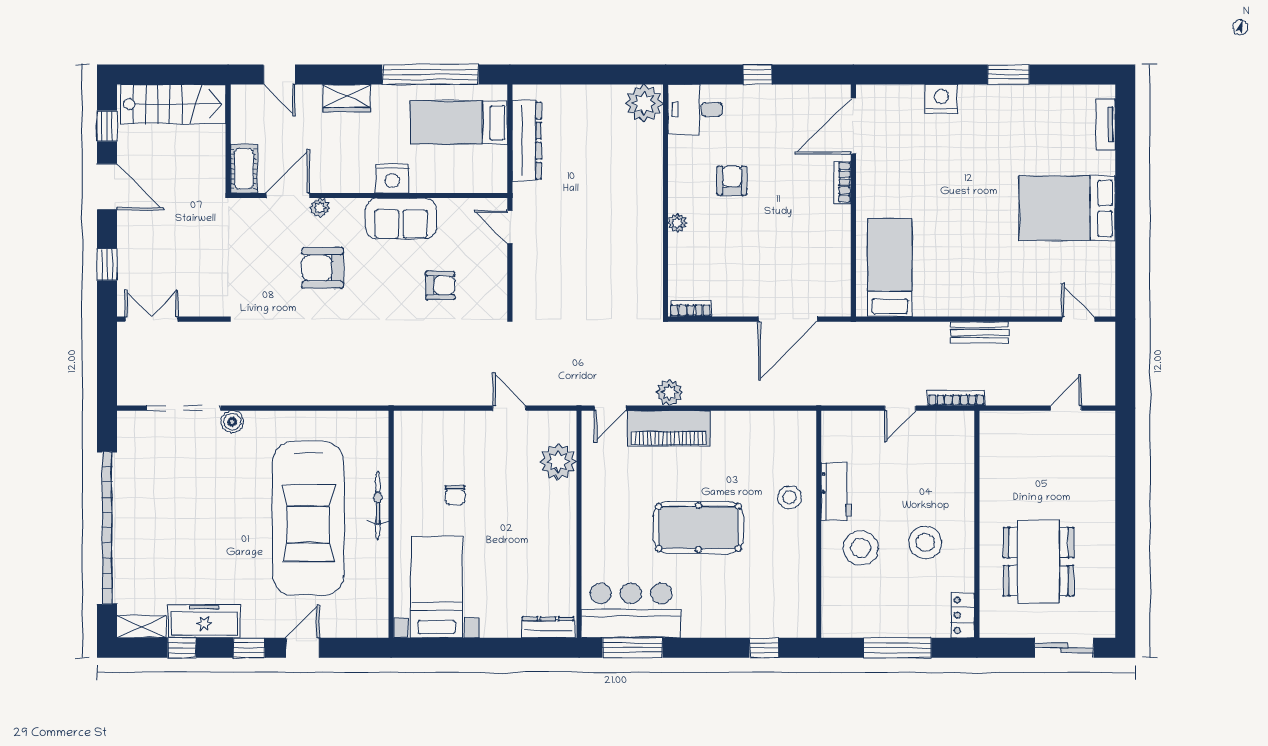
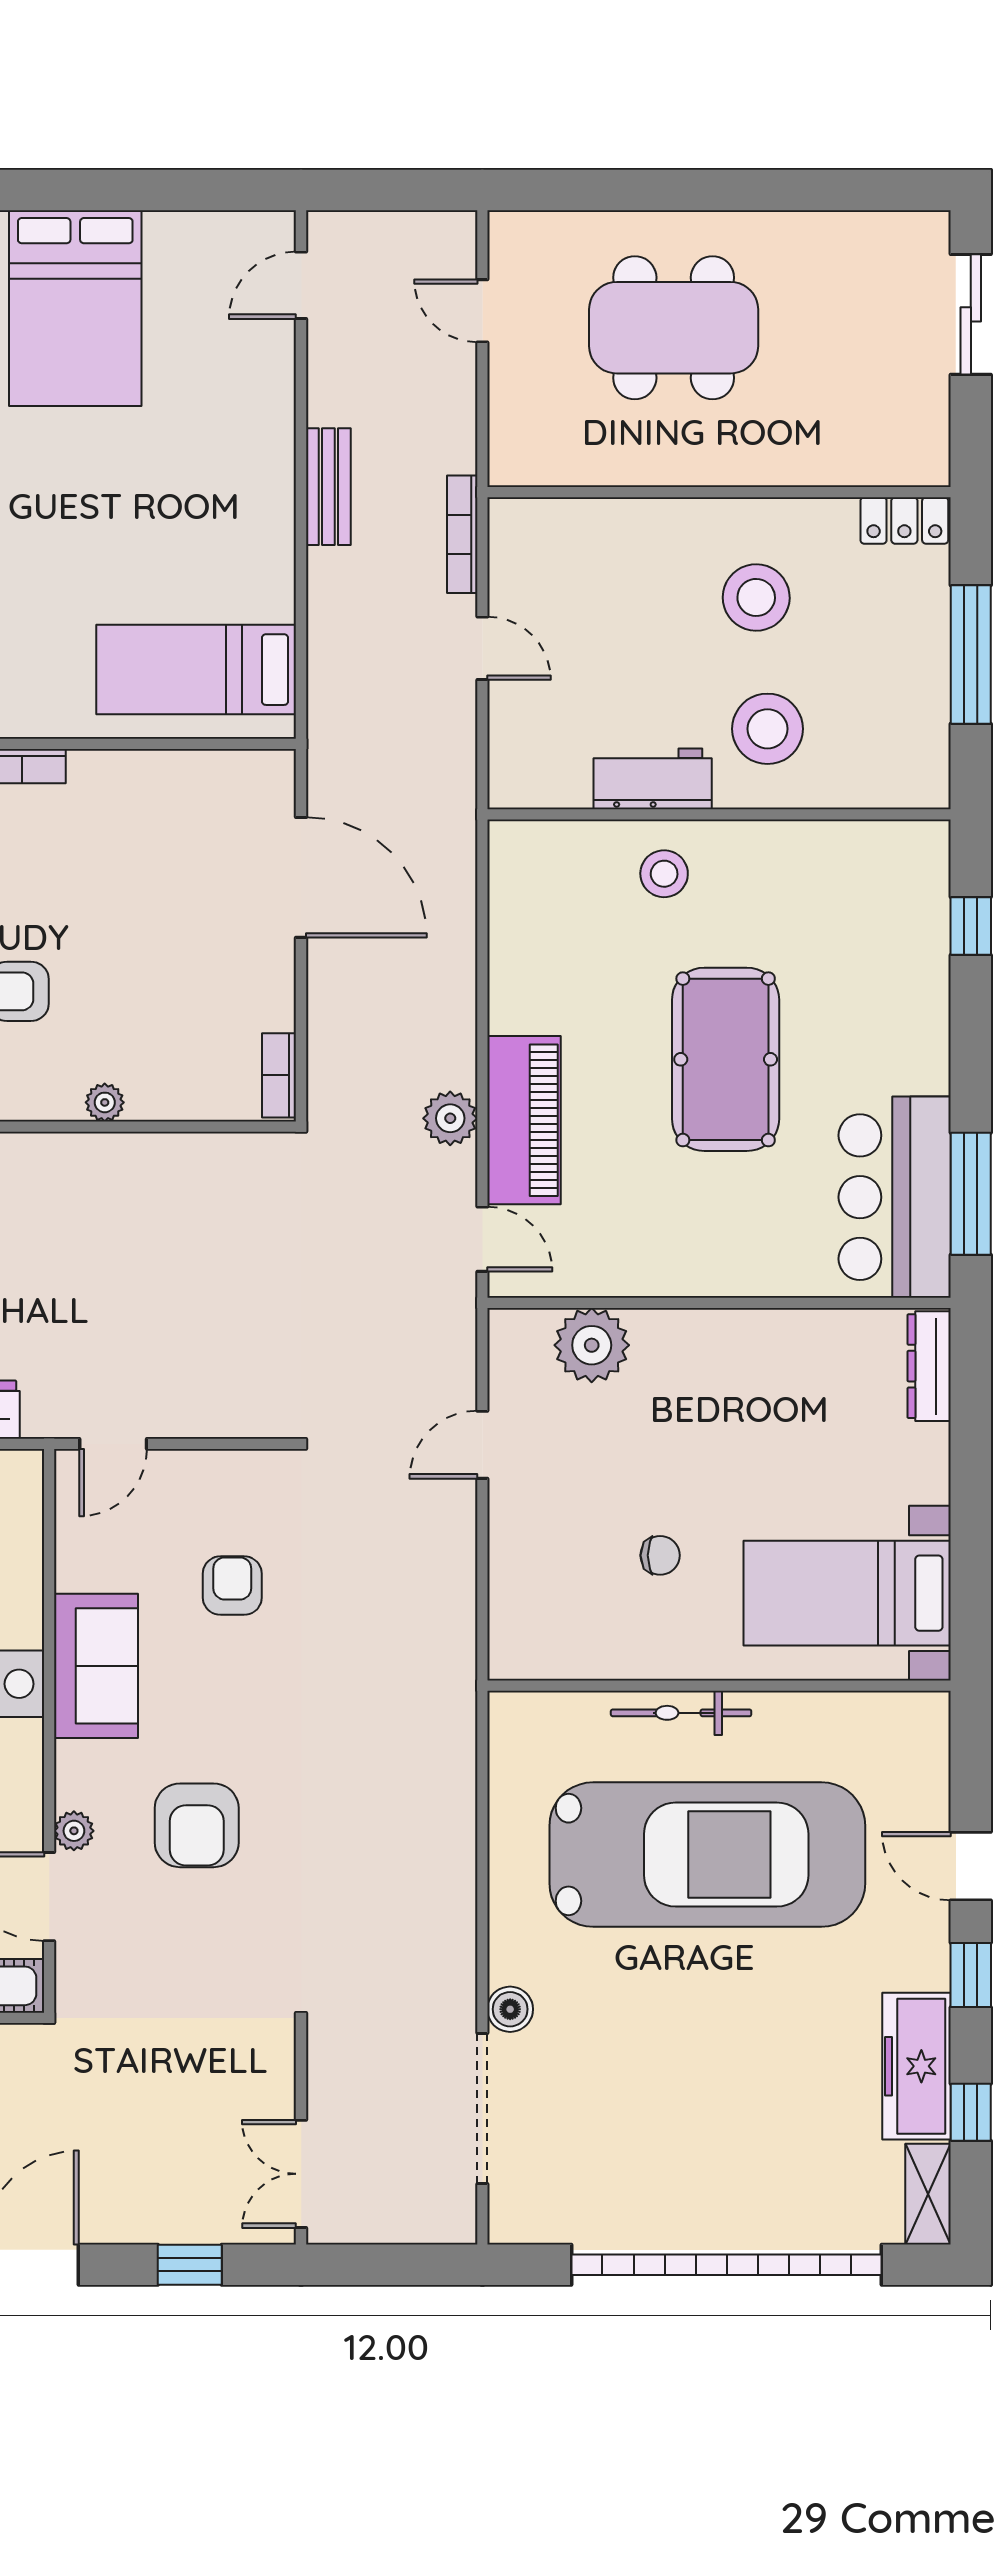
dining table: (1038, 562) -> (674, 328), moved

